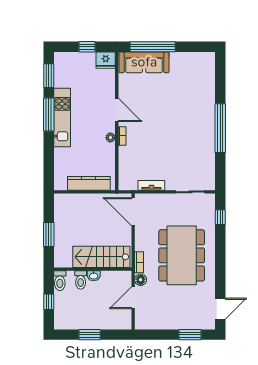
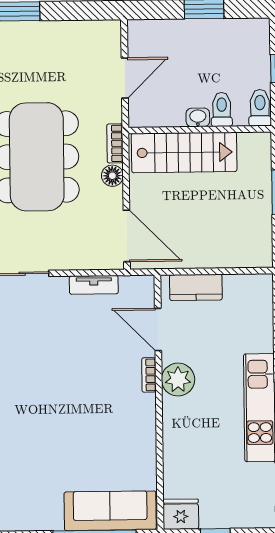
door: (117, 110) -> (158, 330), moved
plant: (110, 138) -> (178, 380), width x1.87, depth x1.87
kitchen counter: (89, 183) -> (196, 287), width x0.67
floor lamp: (141, 280) -> (112, 176), moved

